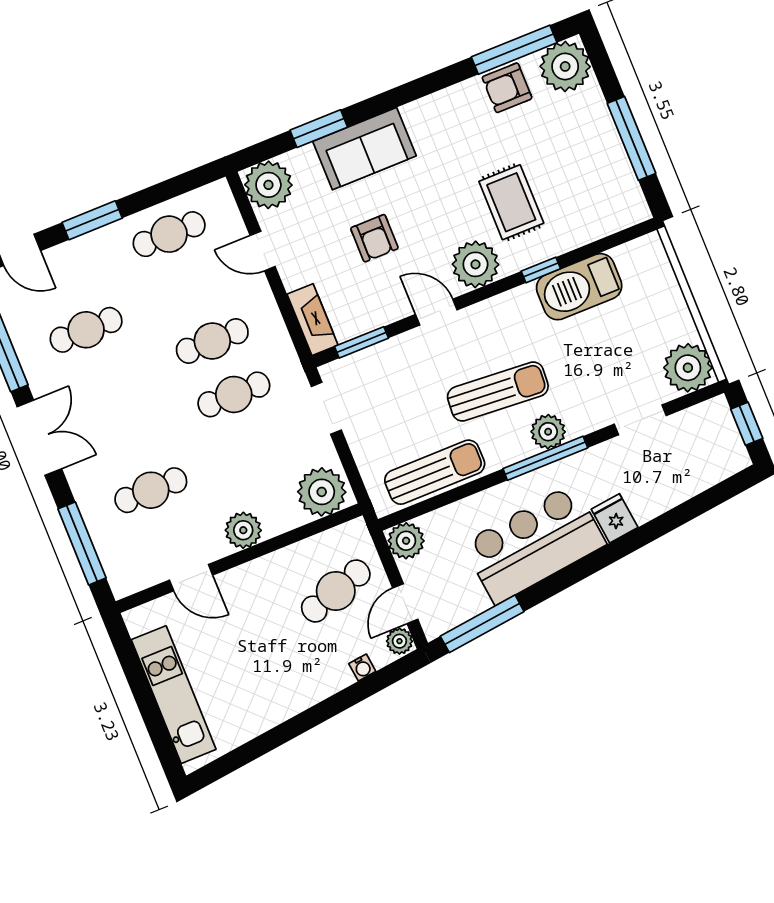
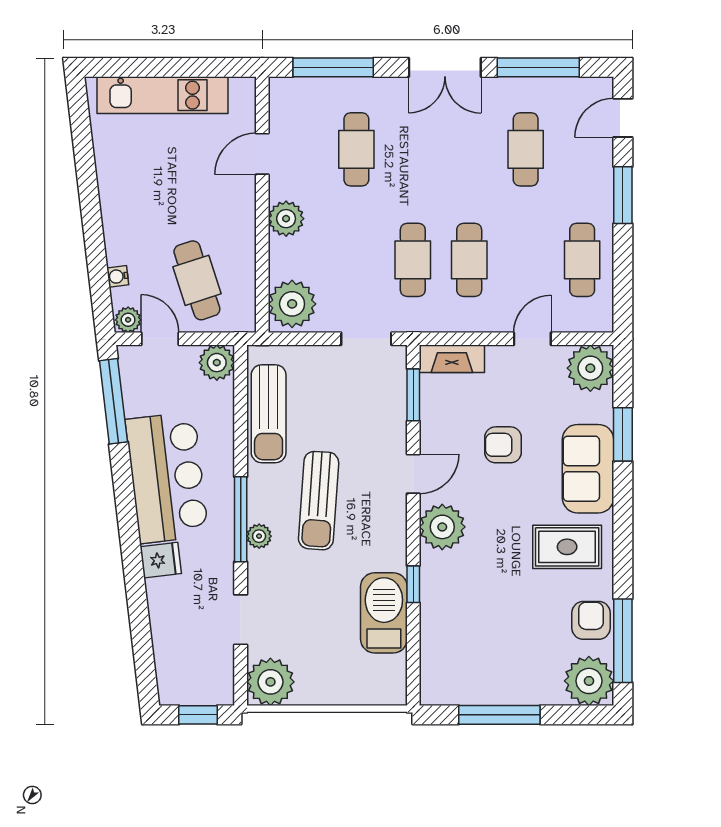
rug: (511, 202) -> (567, 547), moved
plant: (548, 432) -> (259, 536), width x0.73, depth x0.73

